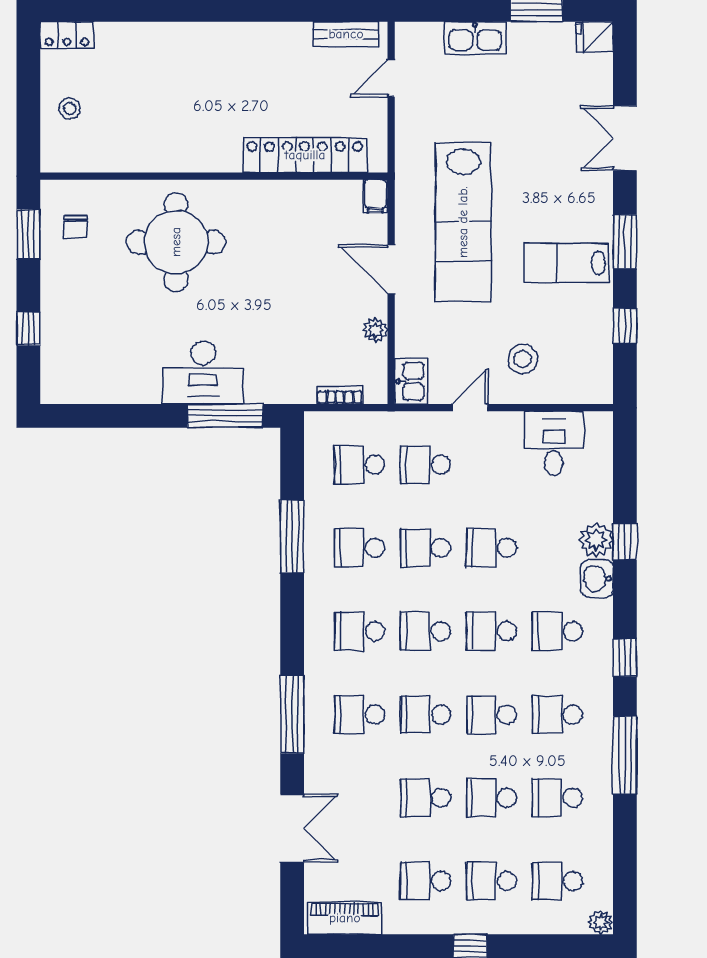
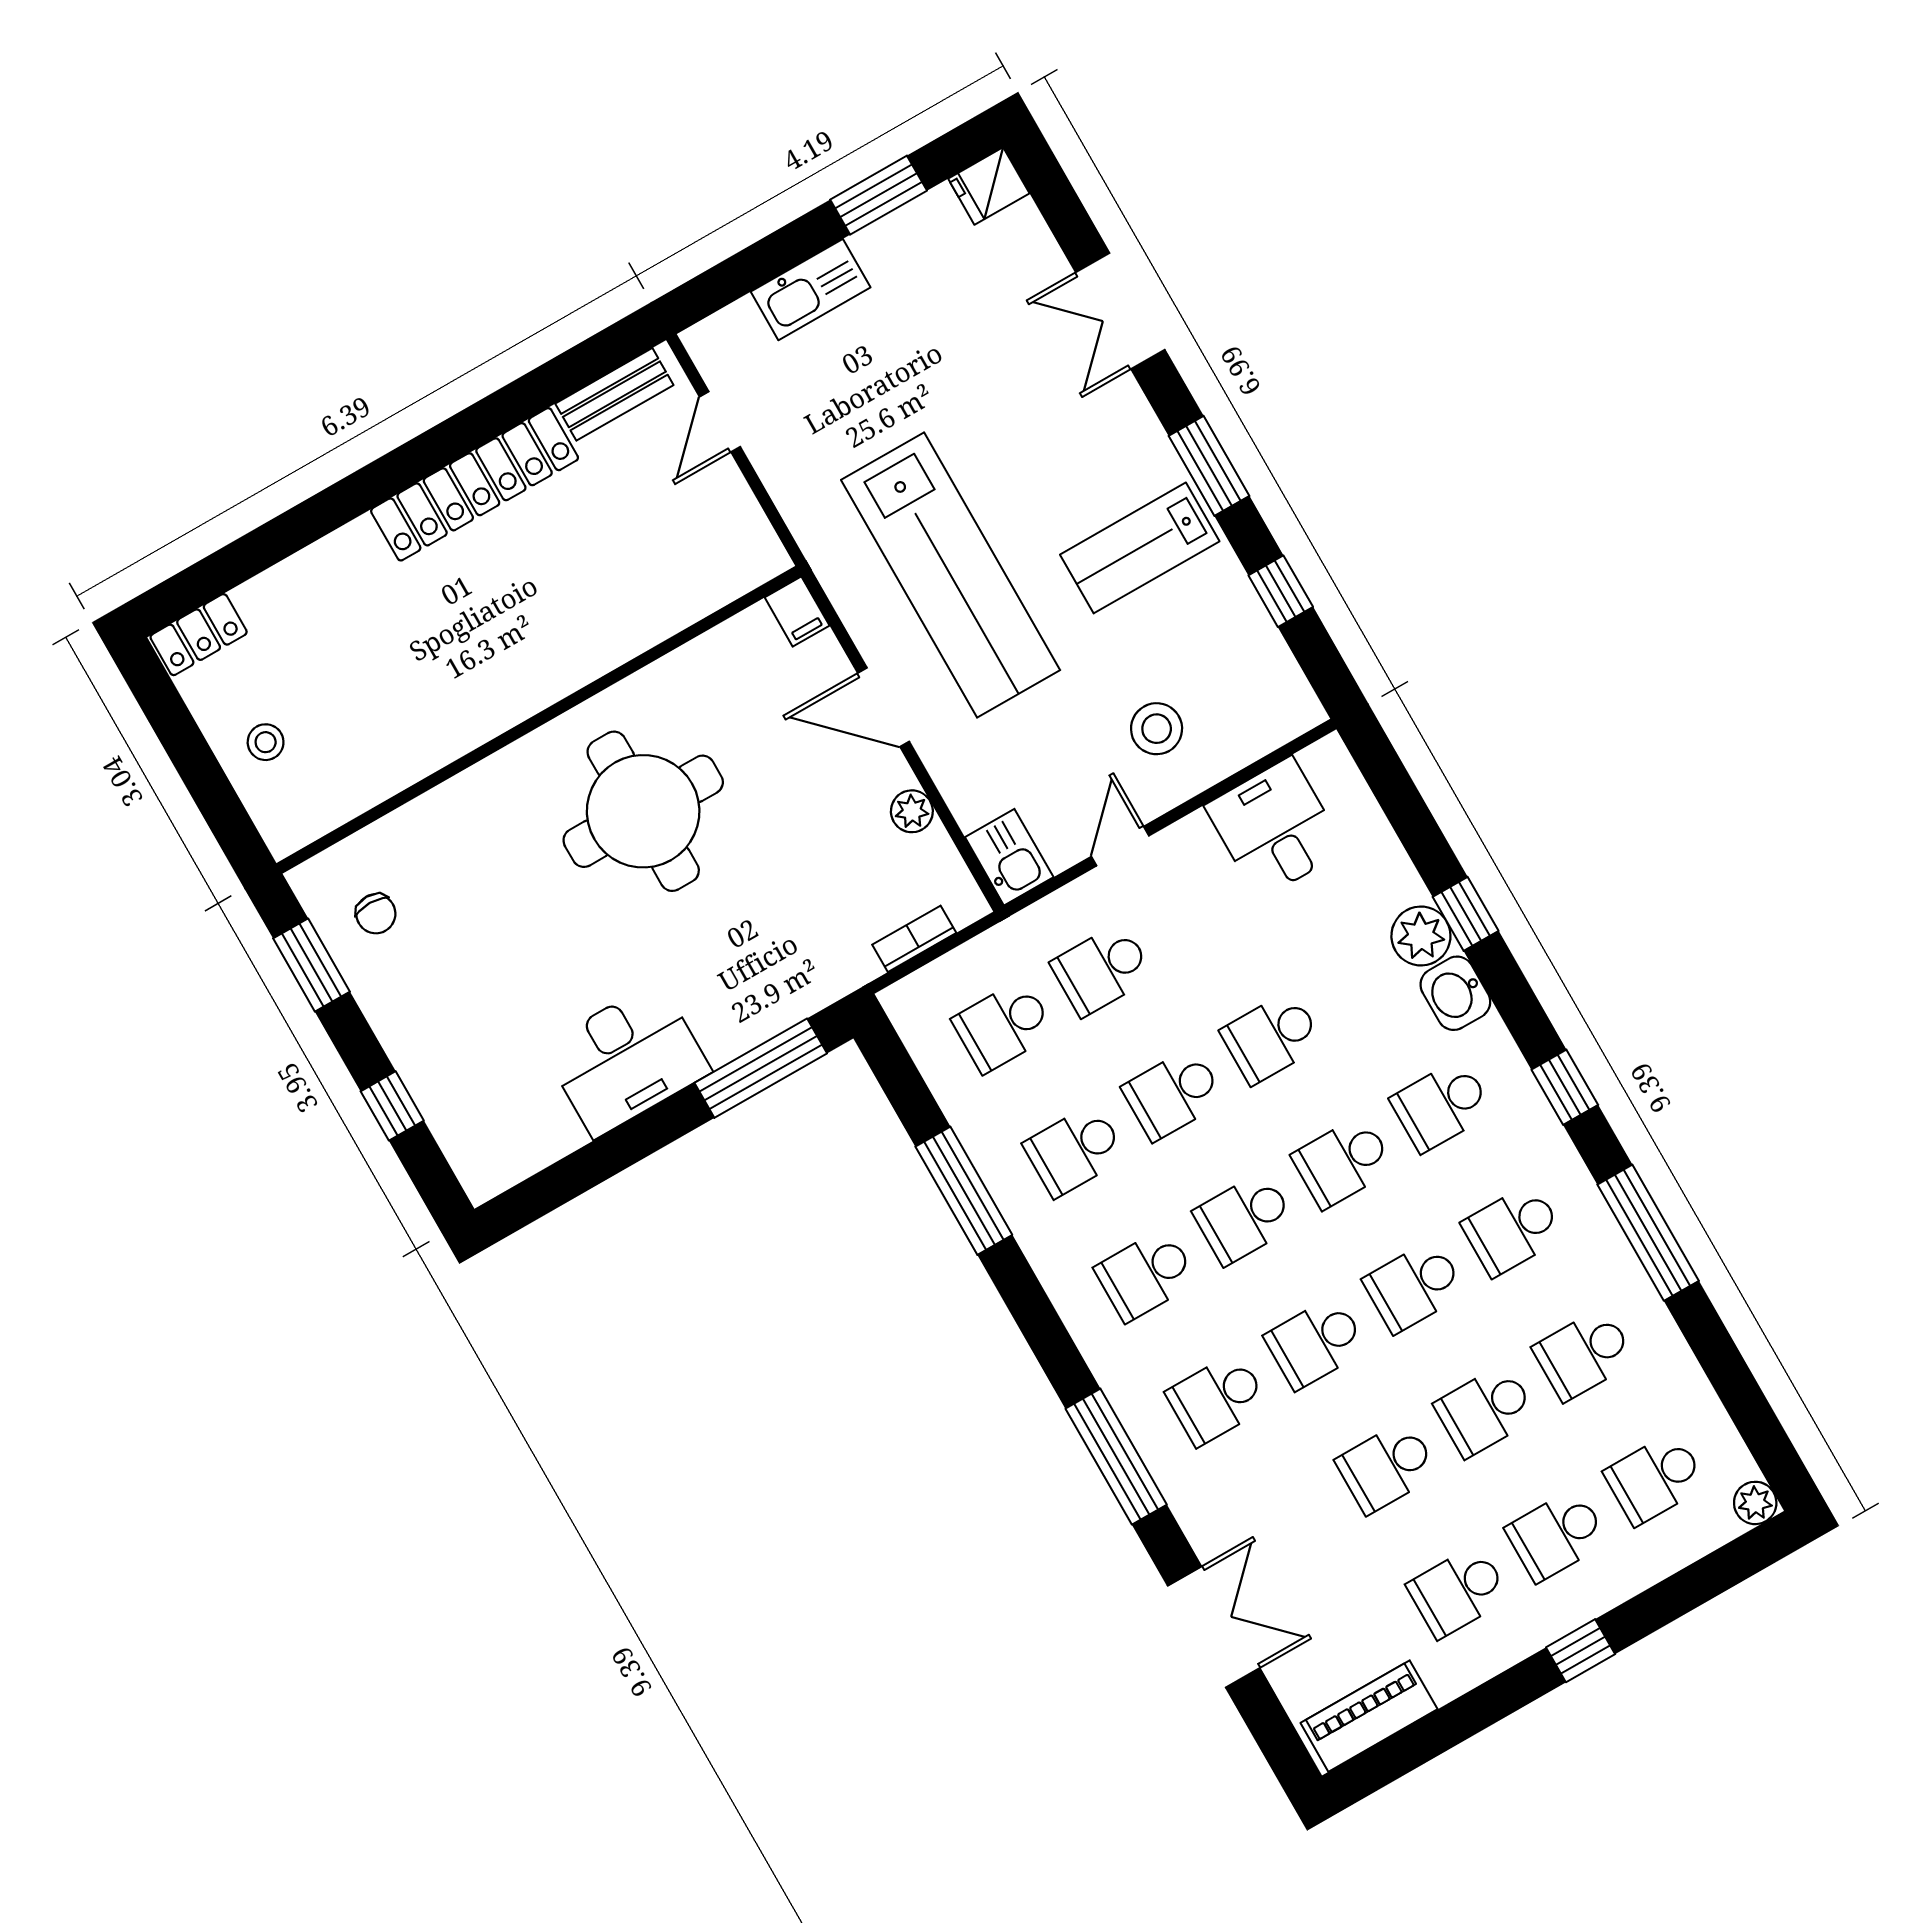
locker: (305, 155) -> (475, 484), moved, turned 180
round table: (176, 242) -> (643, 811), moved
desk: (203, 373) -> (626, 1059), moved

